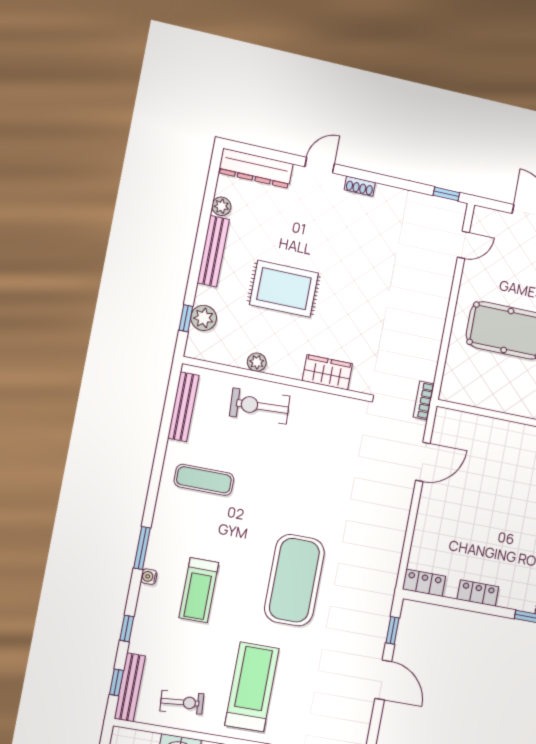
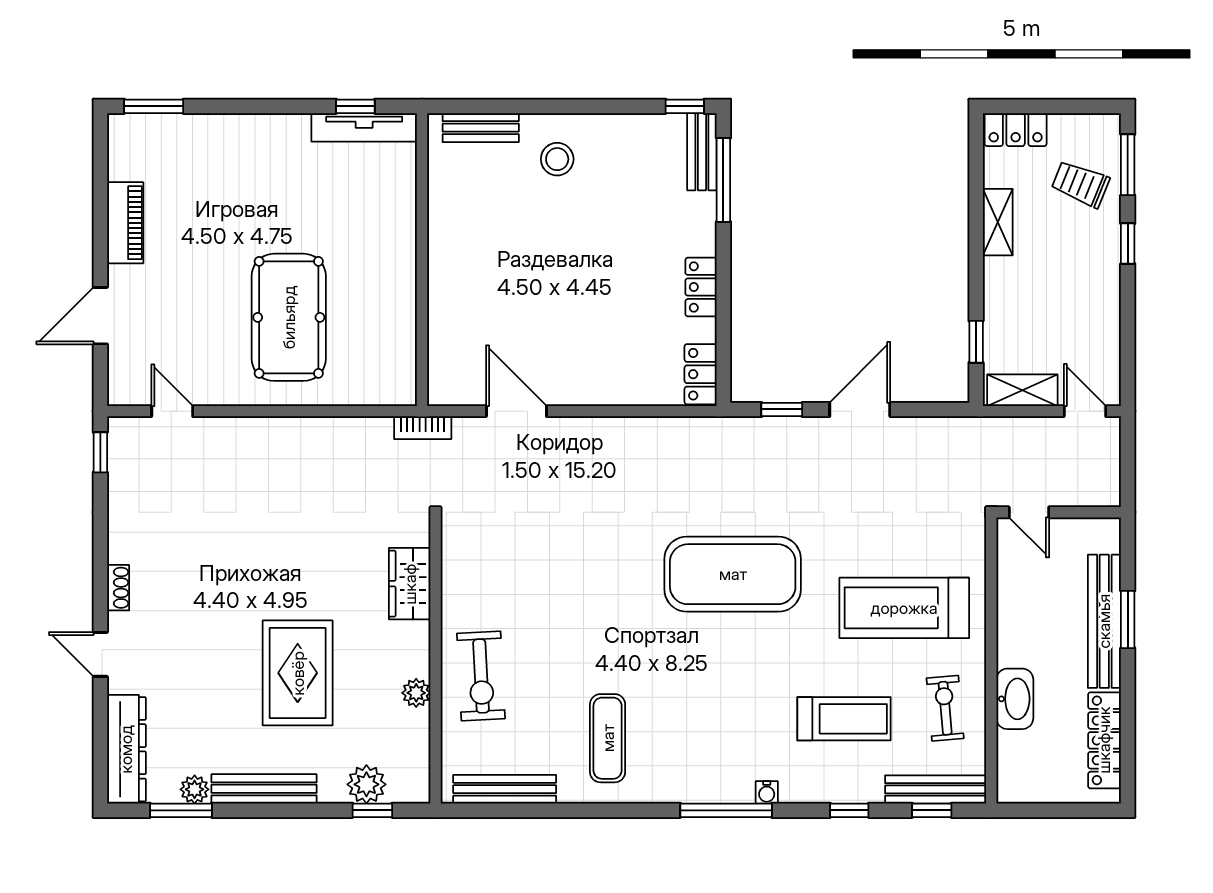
window: (210, 194) -> (181, 810), added
window: (142, 548) -> (726, 810), width x1.44
treadmill: (199, 590) -> (844, 719), moved

